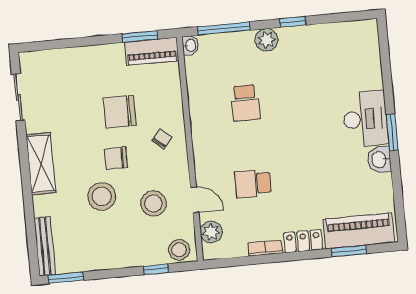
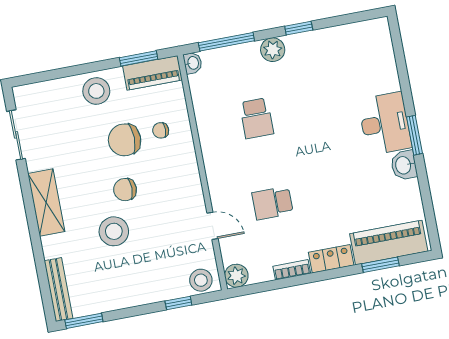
chair: (162, 139) -> (161, 130), moved, turned -131
stool: (153, 203) -> (96, 91), moved
plant: (211, 232) -> (236, 276), moved

